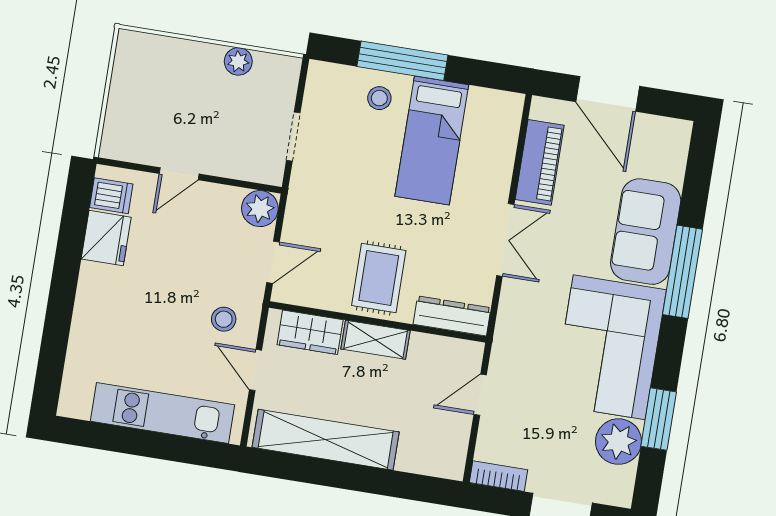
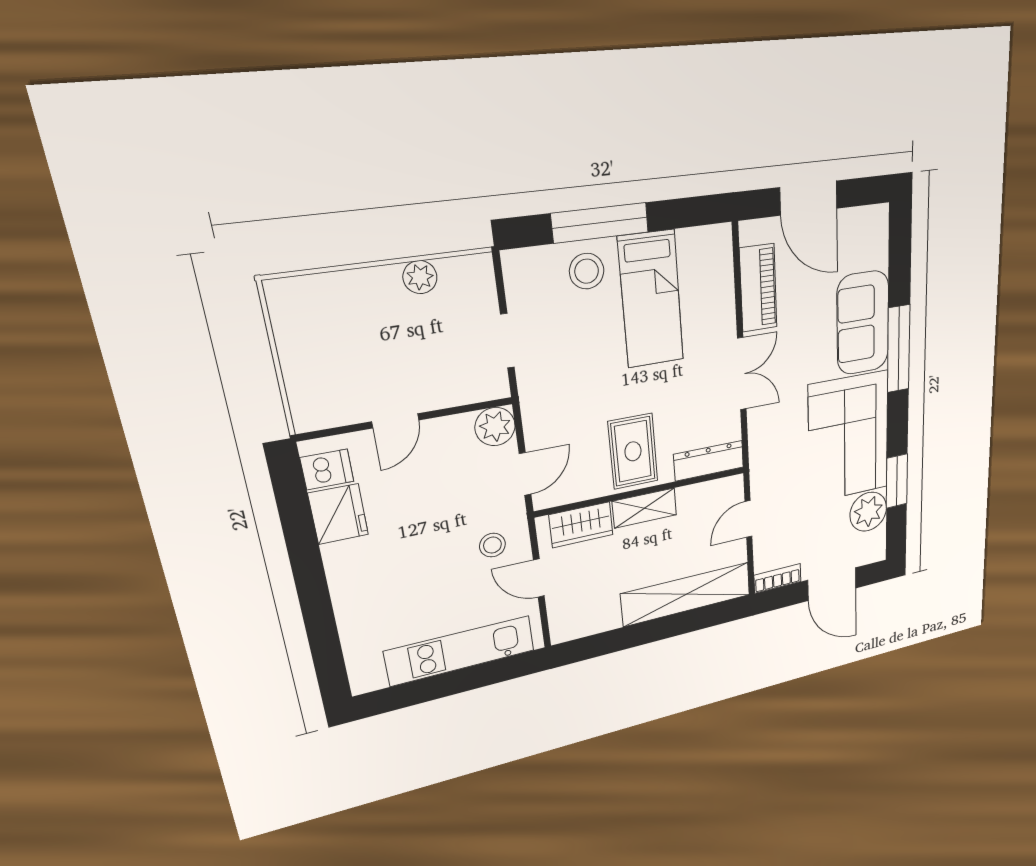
stool: (379, 98) -> (587, 271), width x1.37, depth x1.37
shelving: (326, 440) -> (686, 594), moved

